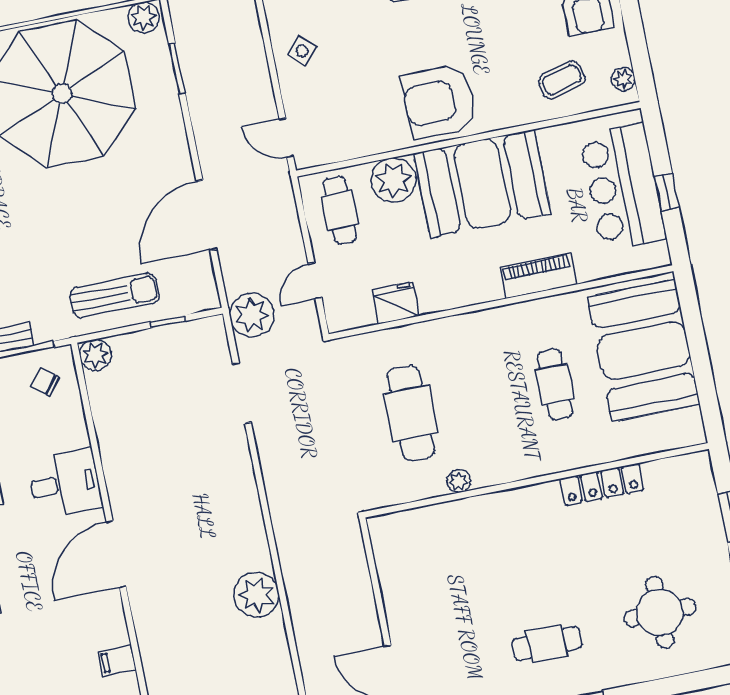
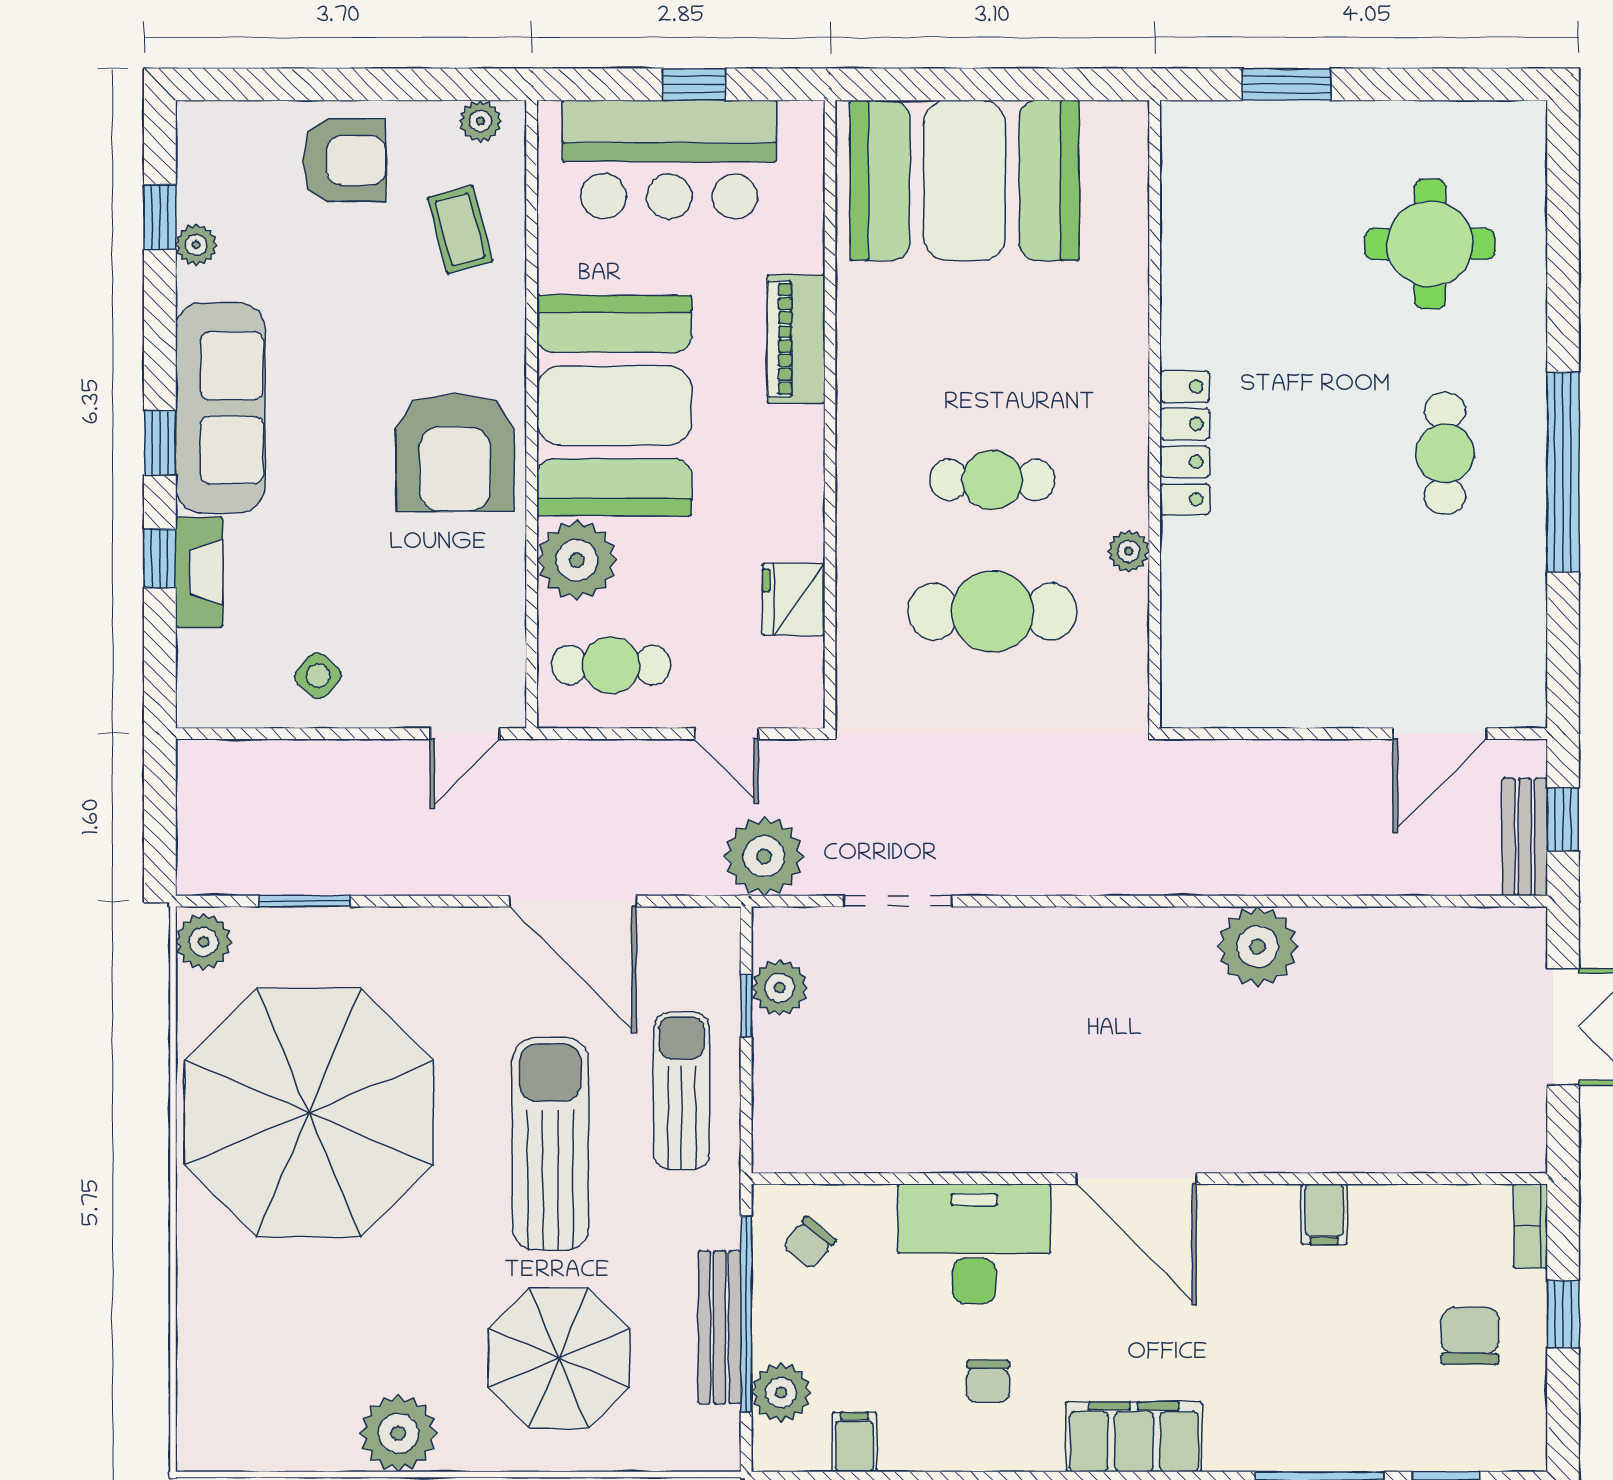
sun lounger: (71, 229) -> (550, 1144), added
plant: (95, 355) -> (780, 988), moved
cafe table: (555, 384) -> (992, 480), moved
desk: (65, 484) -> (974, 1244), width x1.37
locker: (602, 484) -> (1185, 443), moved

